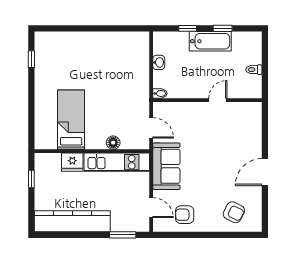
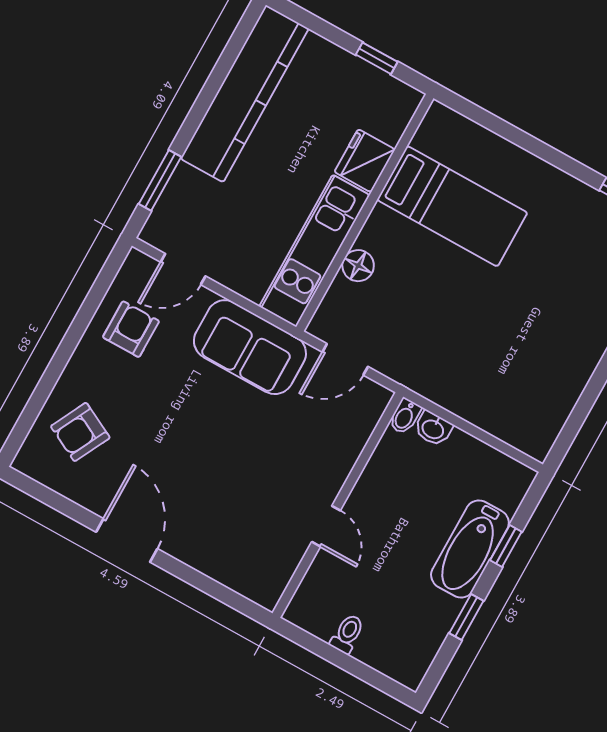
bathtub: (210, 41) -> (470, 549), moved
washbasin: (159, 62) -> (433, 429), moved

